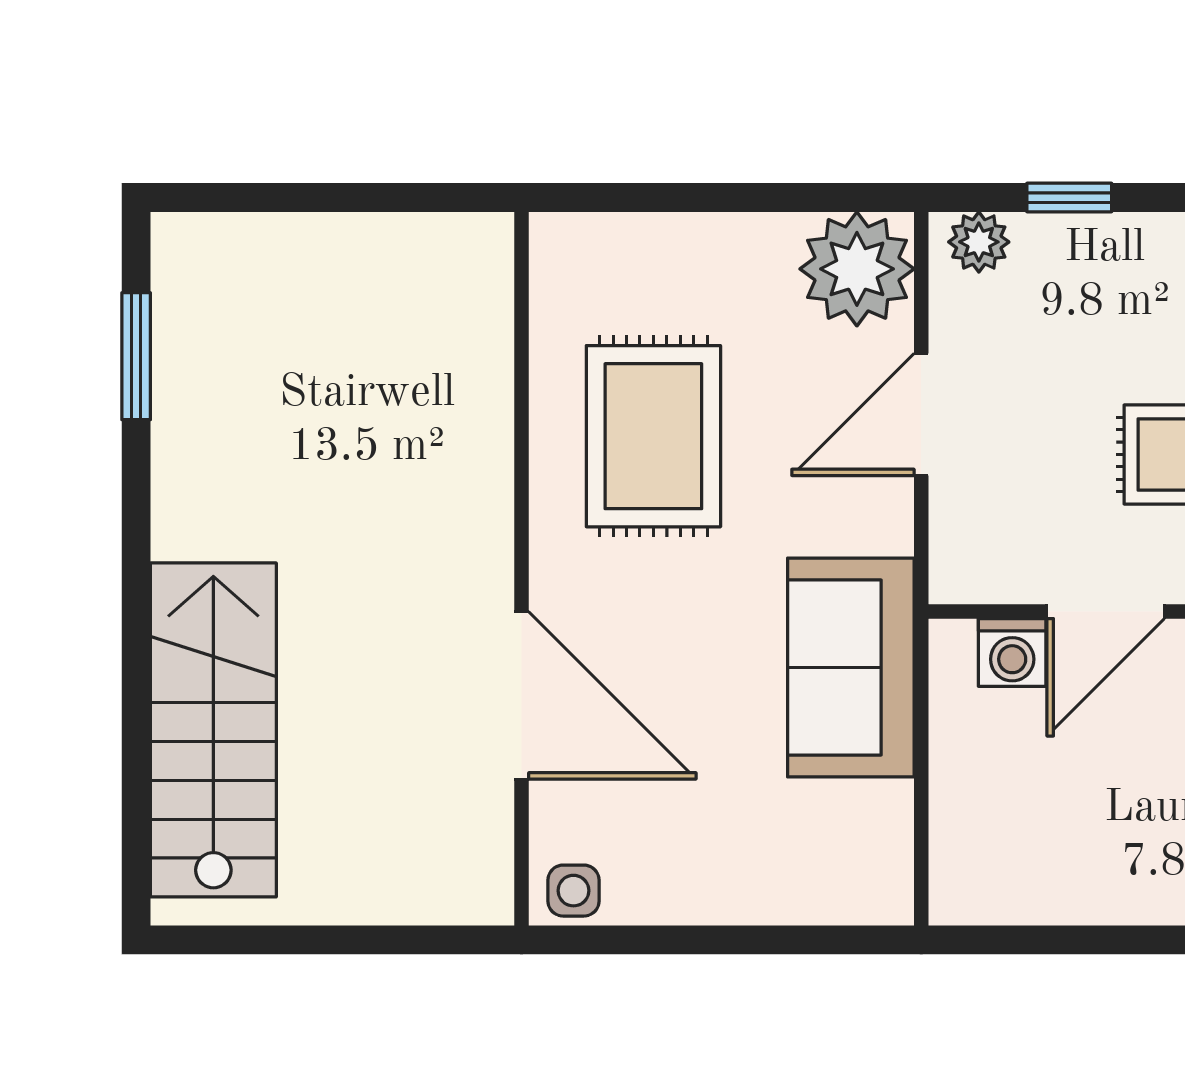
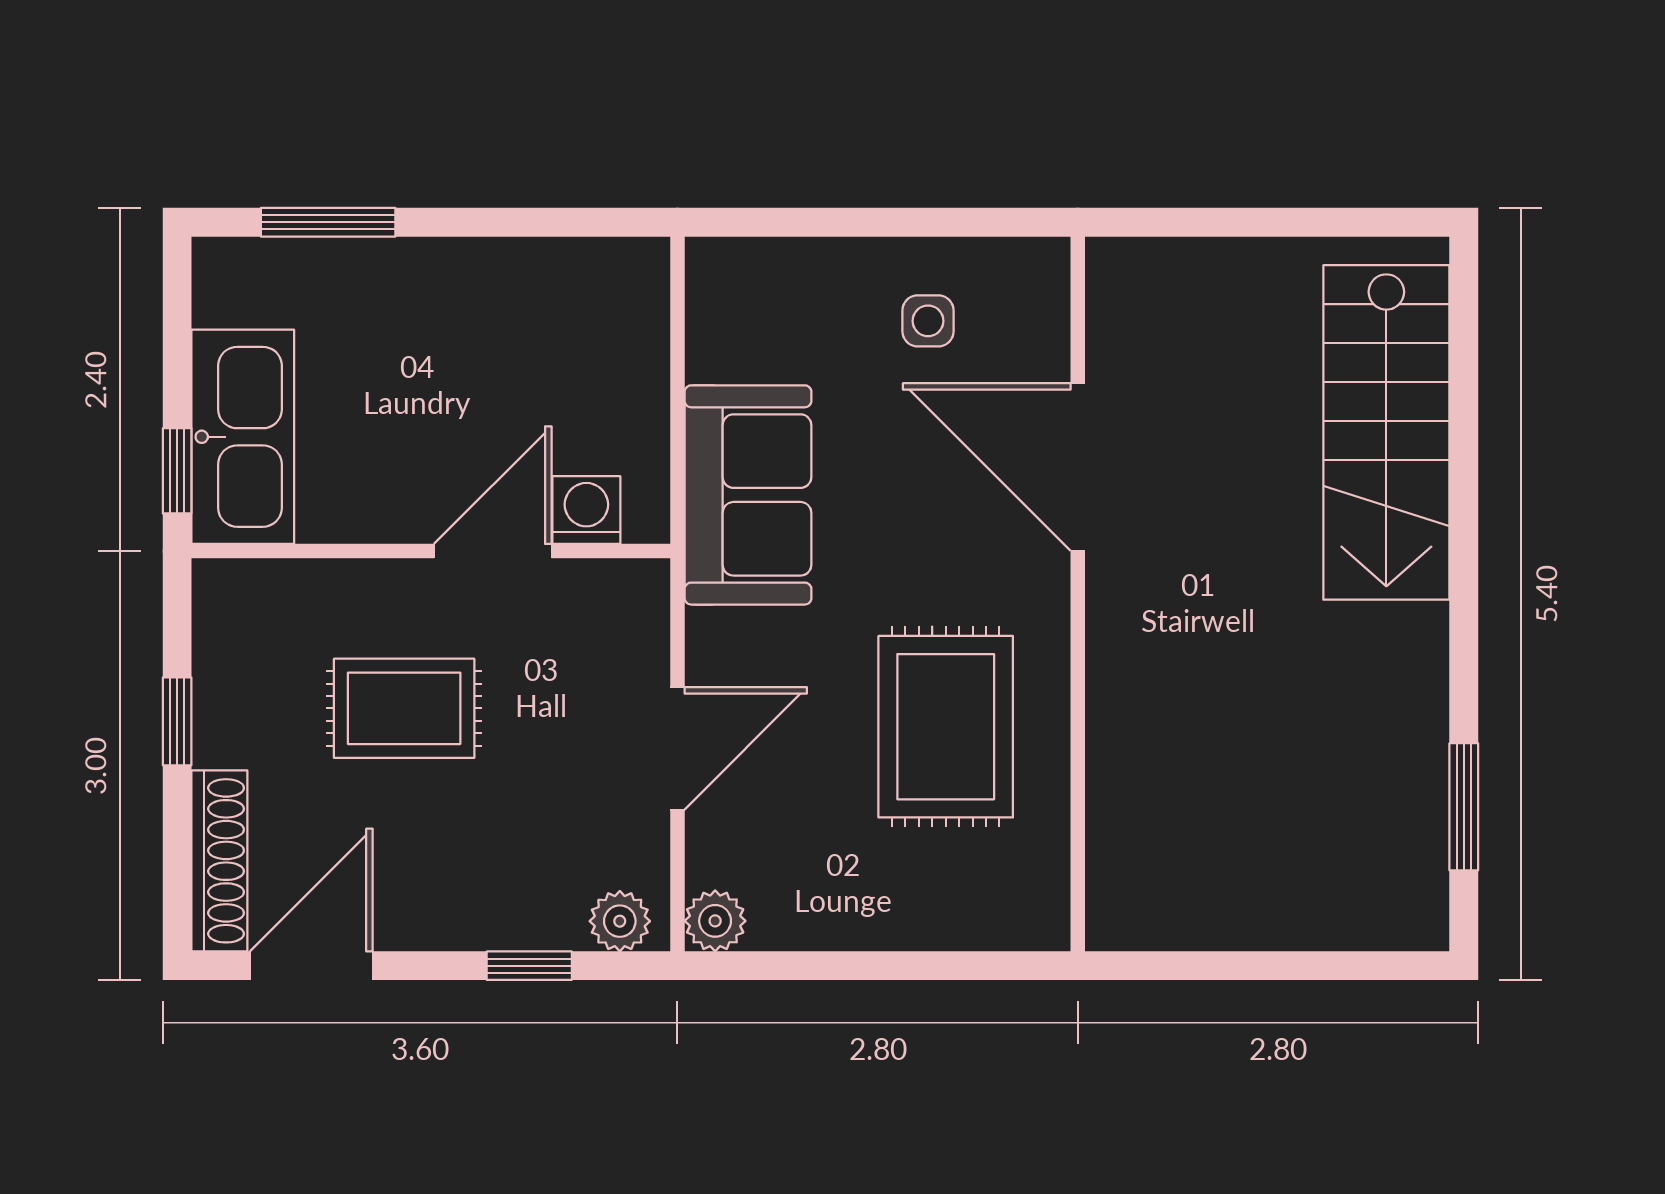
plant: (857, 269) -> (715, 921), width x0.53, depth x0.53
side table: (573, 891) -> (928, 321), moved

